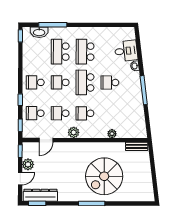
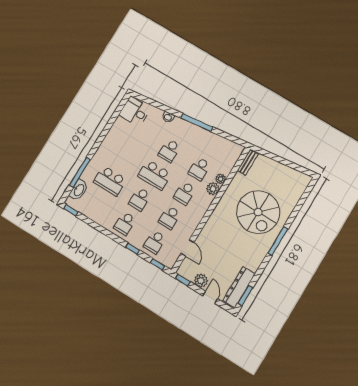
desk: (126, 51) -> (135, 112), moved, turned -83
school desk: (85, 52) -> (199, 169), moved, width x0.54
plant: (74, 132) -> (213, 189), moved

